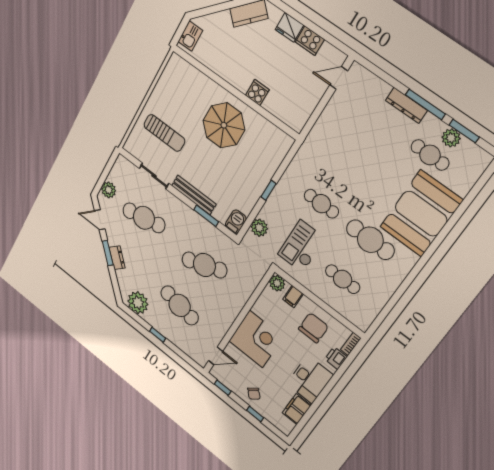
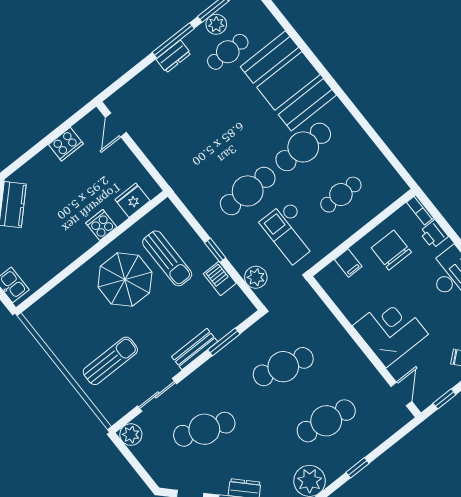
fridge: (289, 27) -> (132, 200), moved, turned 180
dresser: (406, 105) -> (173, 56), width x0.70
sun lounger: (250, 154) -> (167, 258), added
plant: (109, 190) -> (131, 435), moved
bench: (194, 195) -> (195, 349), width x0.73
cafe table: (321, 204) -> (248, 191), width x1.37, depth x1.35
cafe table: (144, 218) -> (204, 429), turned 33
barbecue: (236, 222) -> (220, 279), moved
cafe table: (204, 265) -> (283, 367), turned 36
plant: (277, 283) -> (327, 278), removed

